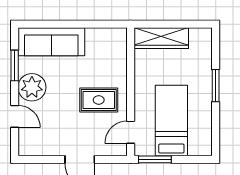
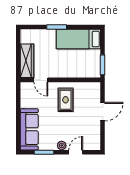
plant: (32, 87) -> (62, 145), width x0.53, depth x0.53
bed: (171, 121) -> (78, 39), moved
door: (131, 132) -> (41, 80), moved

